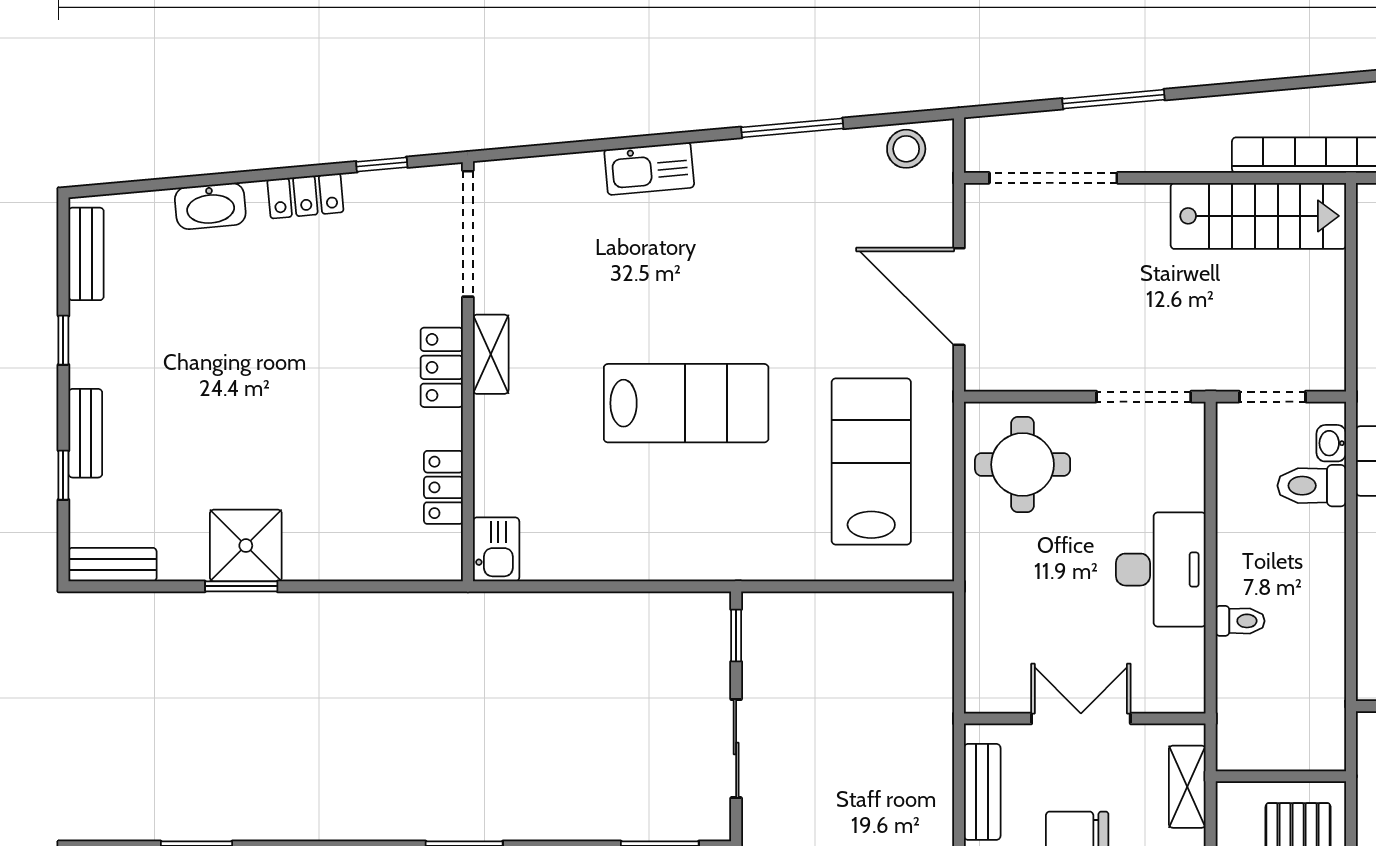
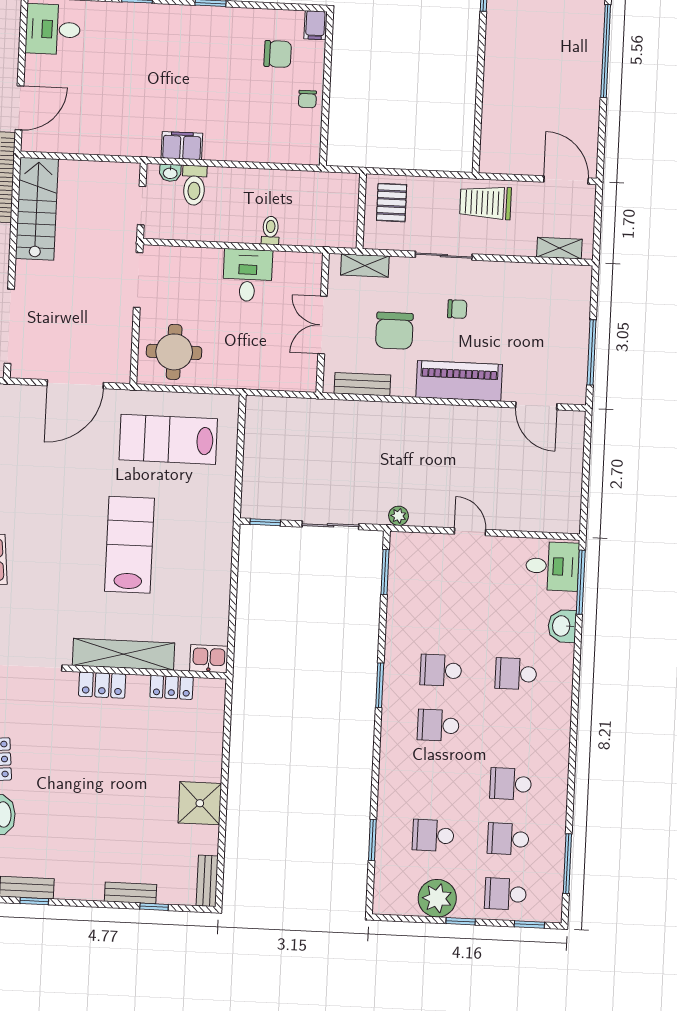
window: (63, 340) -> (34, 901), moved
shelving: (491, 354) -> (124, 654), width x2.20, depth x1.33
desk: (1161, 570) -> (248, 275), width x0.73
window: (241, 586) -> (223, 807), removed

